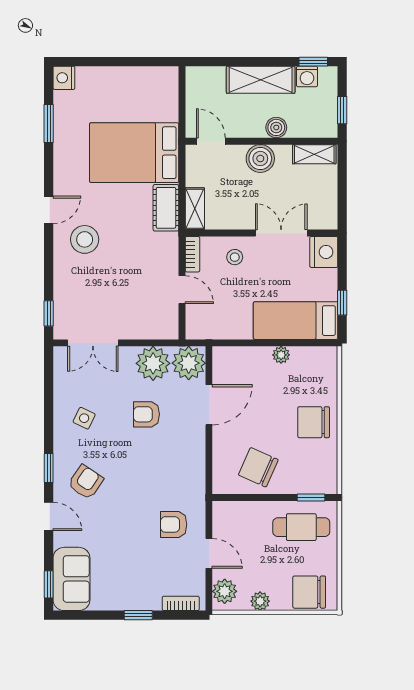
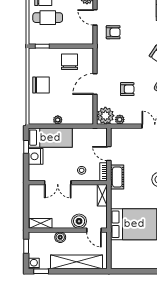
washing machine: (307, 76) -> (34, 264), moved
shelving: (261, 80) -> (77, 262), width x1.47
boiler: (260, 159) -> (79, 221), moved
cot: (166, 208) -> (117, 177), moved
nightstand: (324, 252) -> (36, 156), moved
plant: (153, 363) -> (120, 120), width x0.53, depth x0.53
door: (209, 405) -> (95, 84), moved
chair: (258, 467) -> (69, 62), turned -114
cafe table: (301, 527) -> (48, 18), moved

